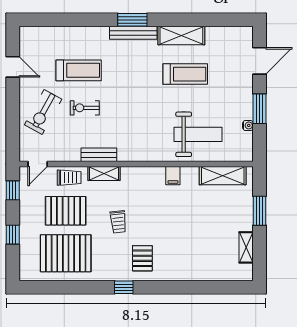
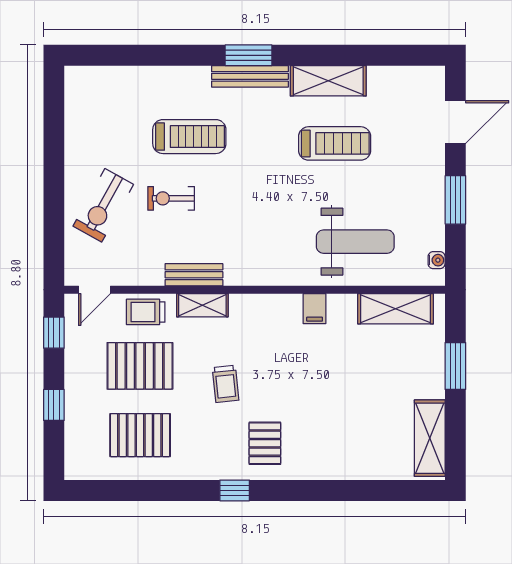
door: (13, 67) -> (54, 132), removed
treadmill: (79, 70) -> (189, 137), moved
water cooler: (248, 125) -> (437, 260), moved
trolley: (69, 178) -> (146, 312), turned 180
shelving: (246, 247) -> (430, 438), width x1.50, depth x1.33
pallet: (66, 253) -> (140, 435), width x0.73, depth x0.71

